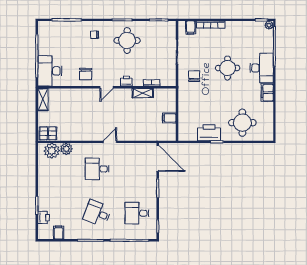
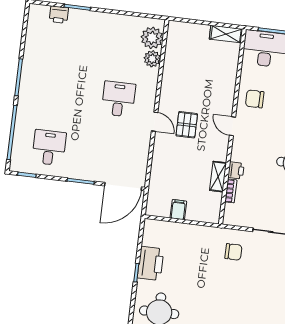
round table: (228, 68) -> (239, 301), removed
printer: (126, 81) -> (236, 170), moved
pallet: (48, 133) -> (187, 125), moved
desk: (97, 213) -> (56, 91), removed
filing cabinet: (59, 233) -> (35, 33), removed

